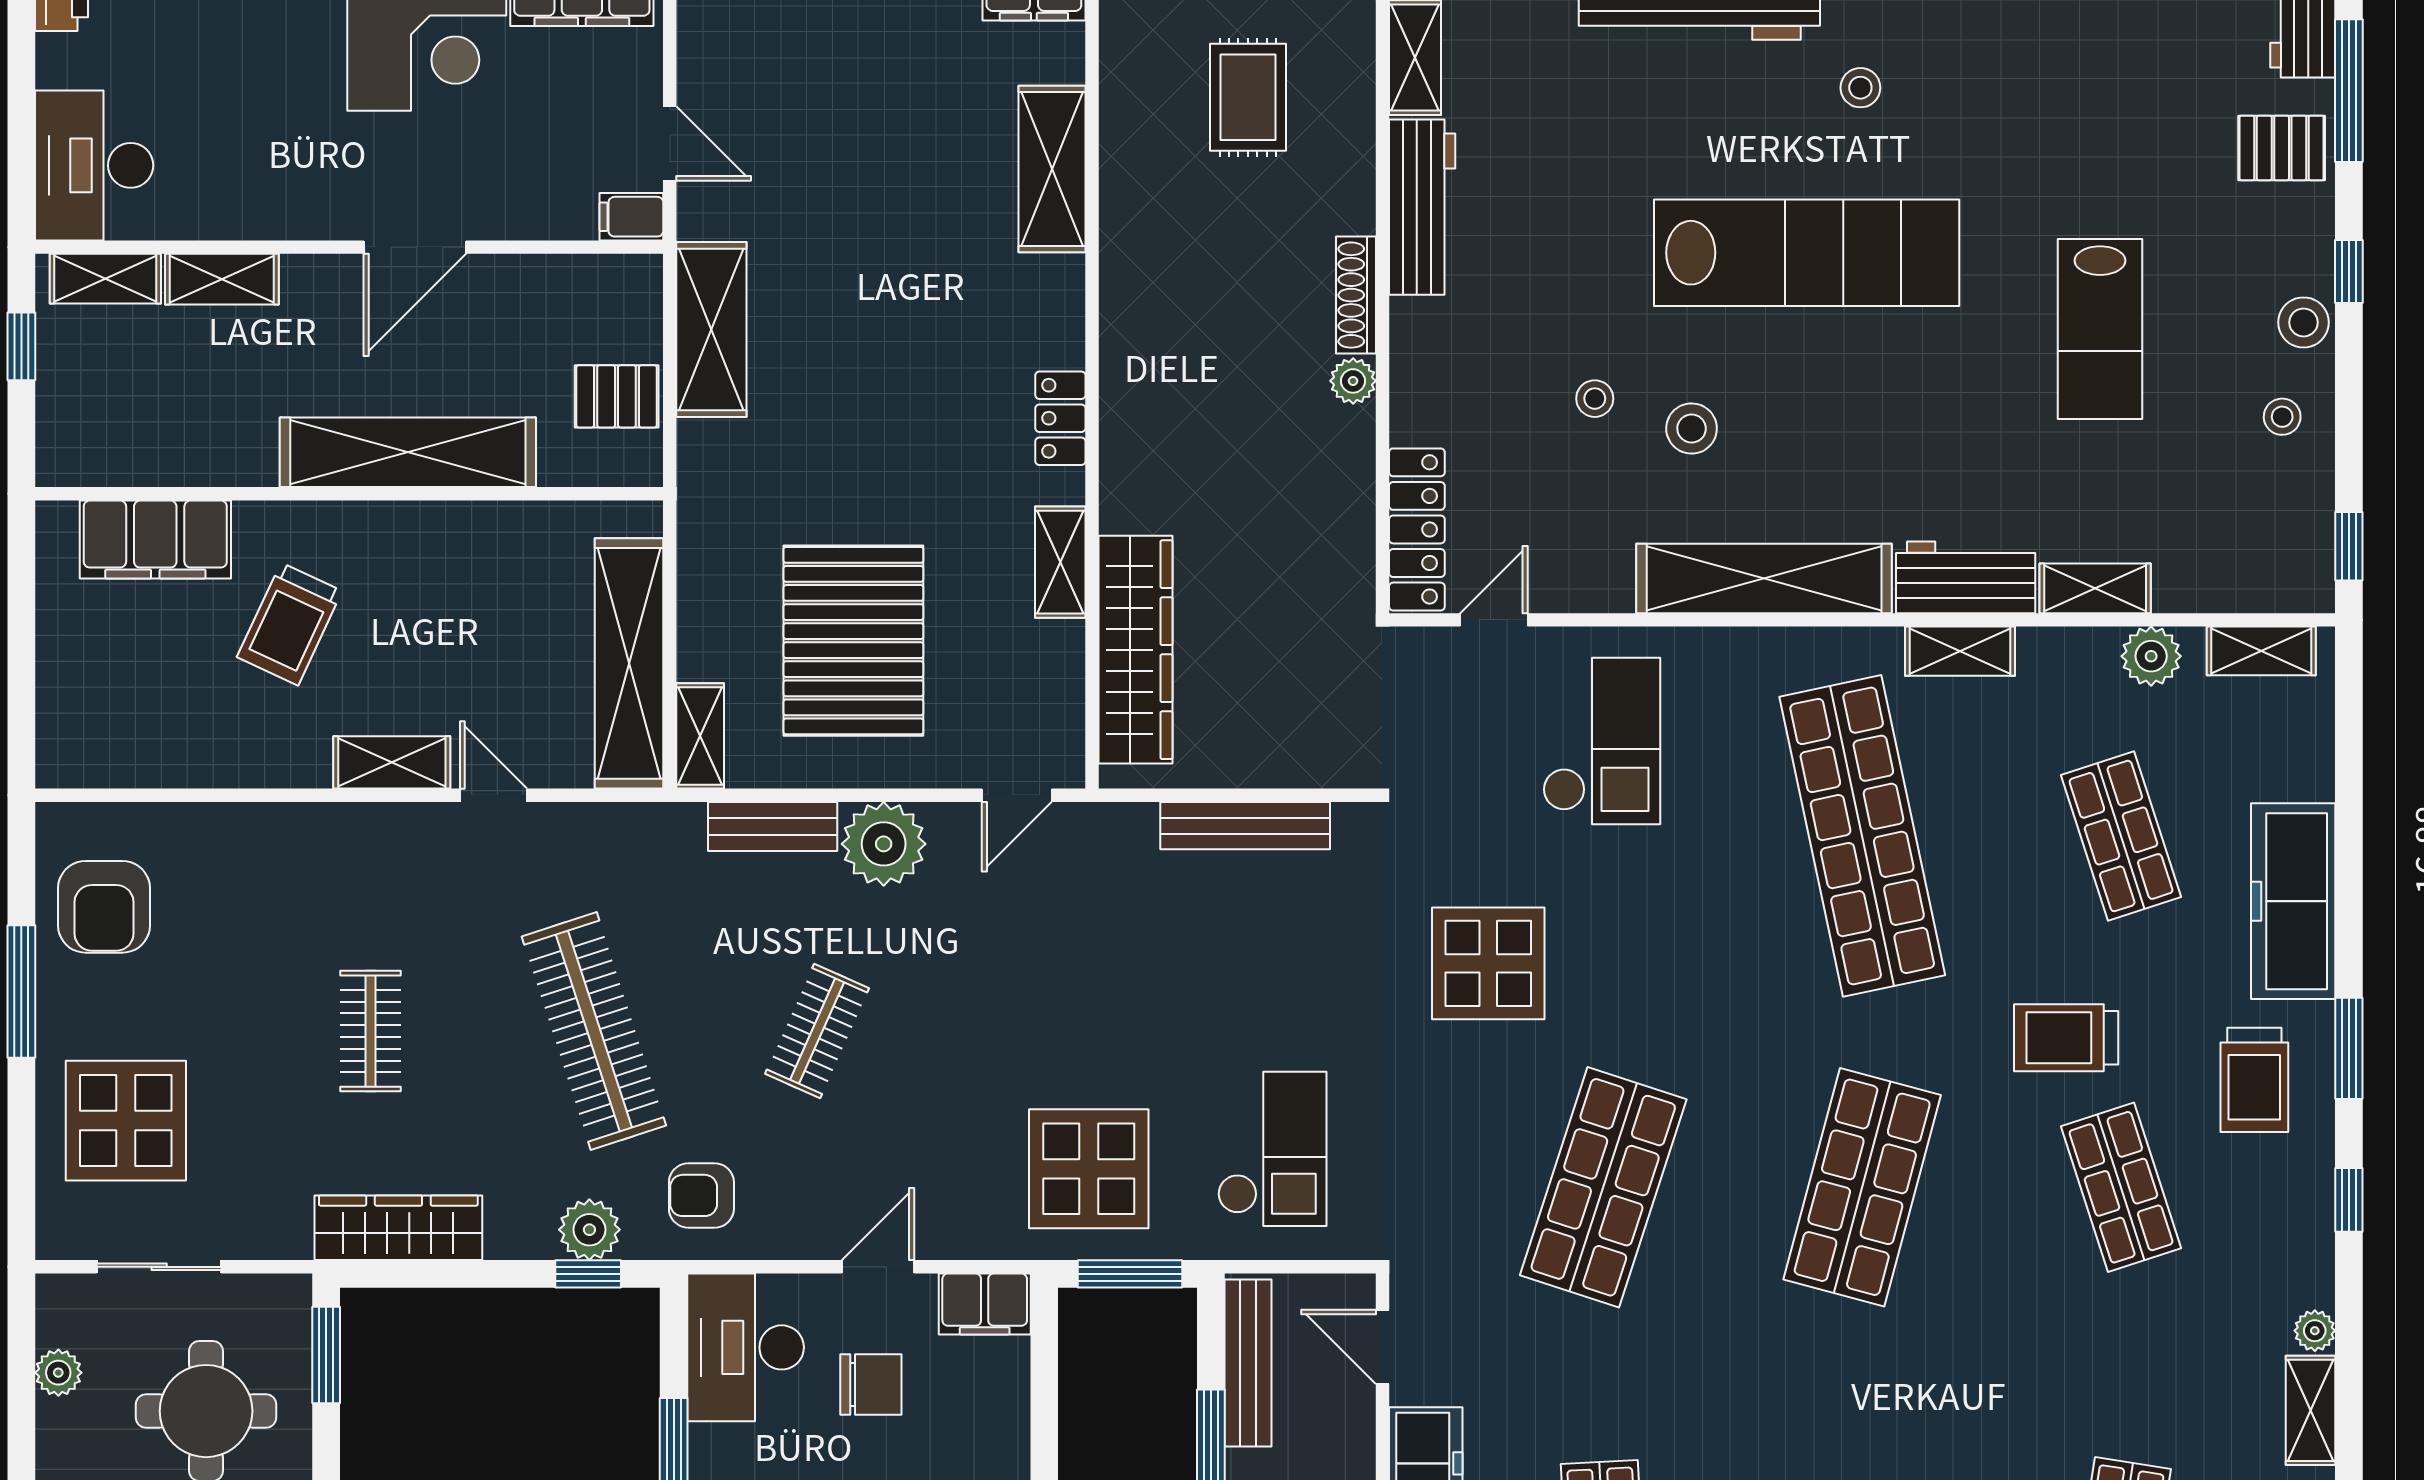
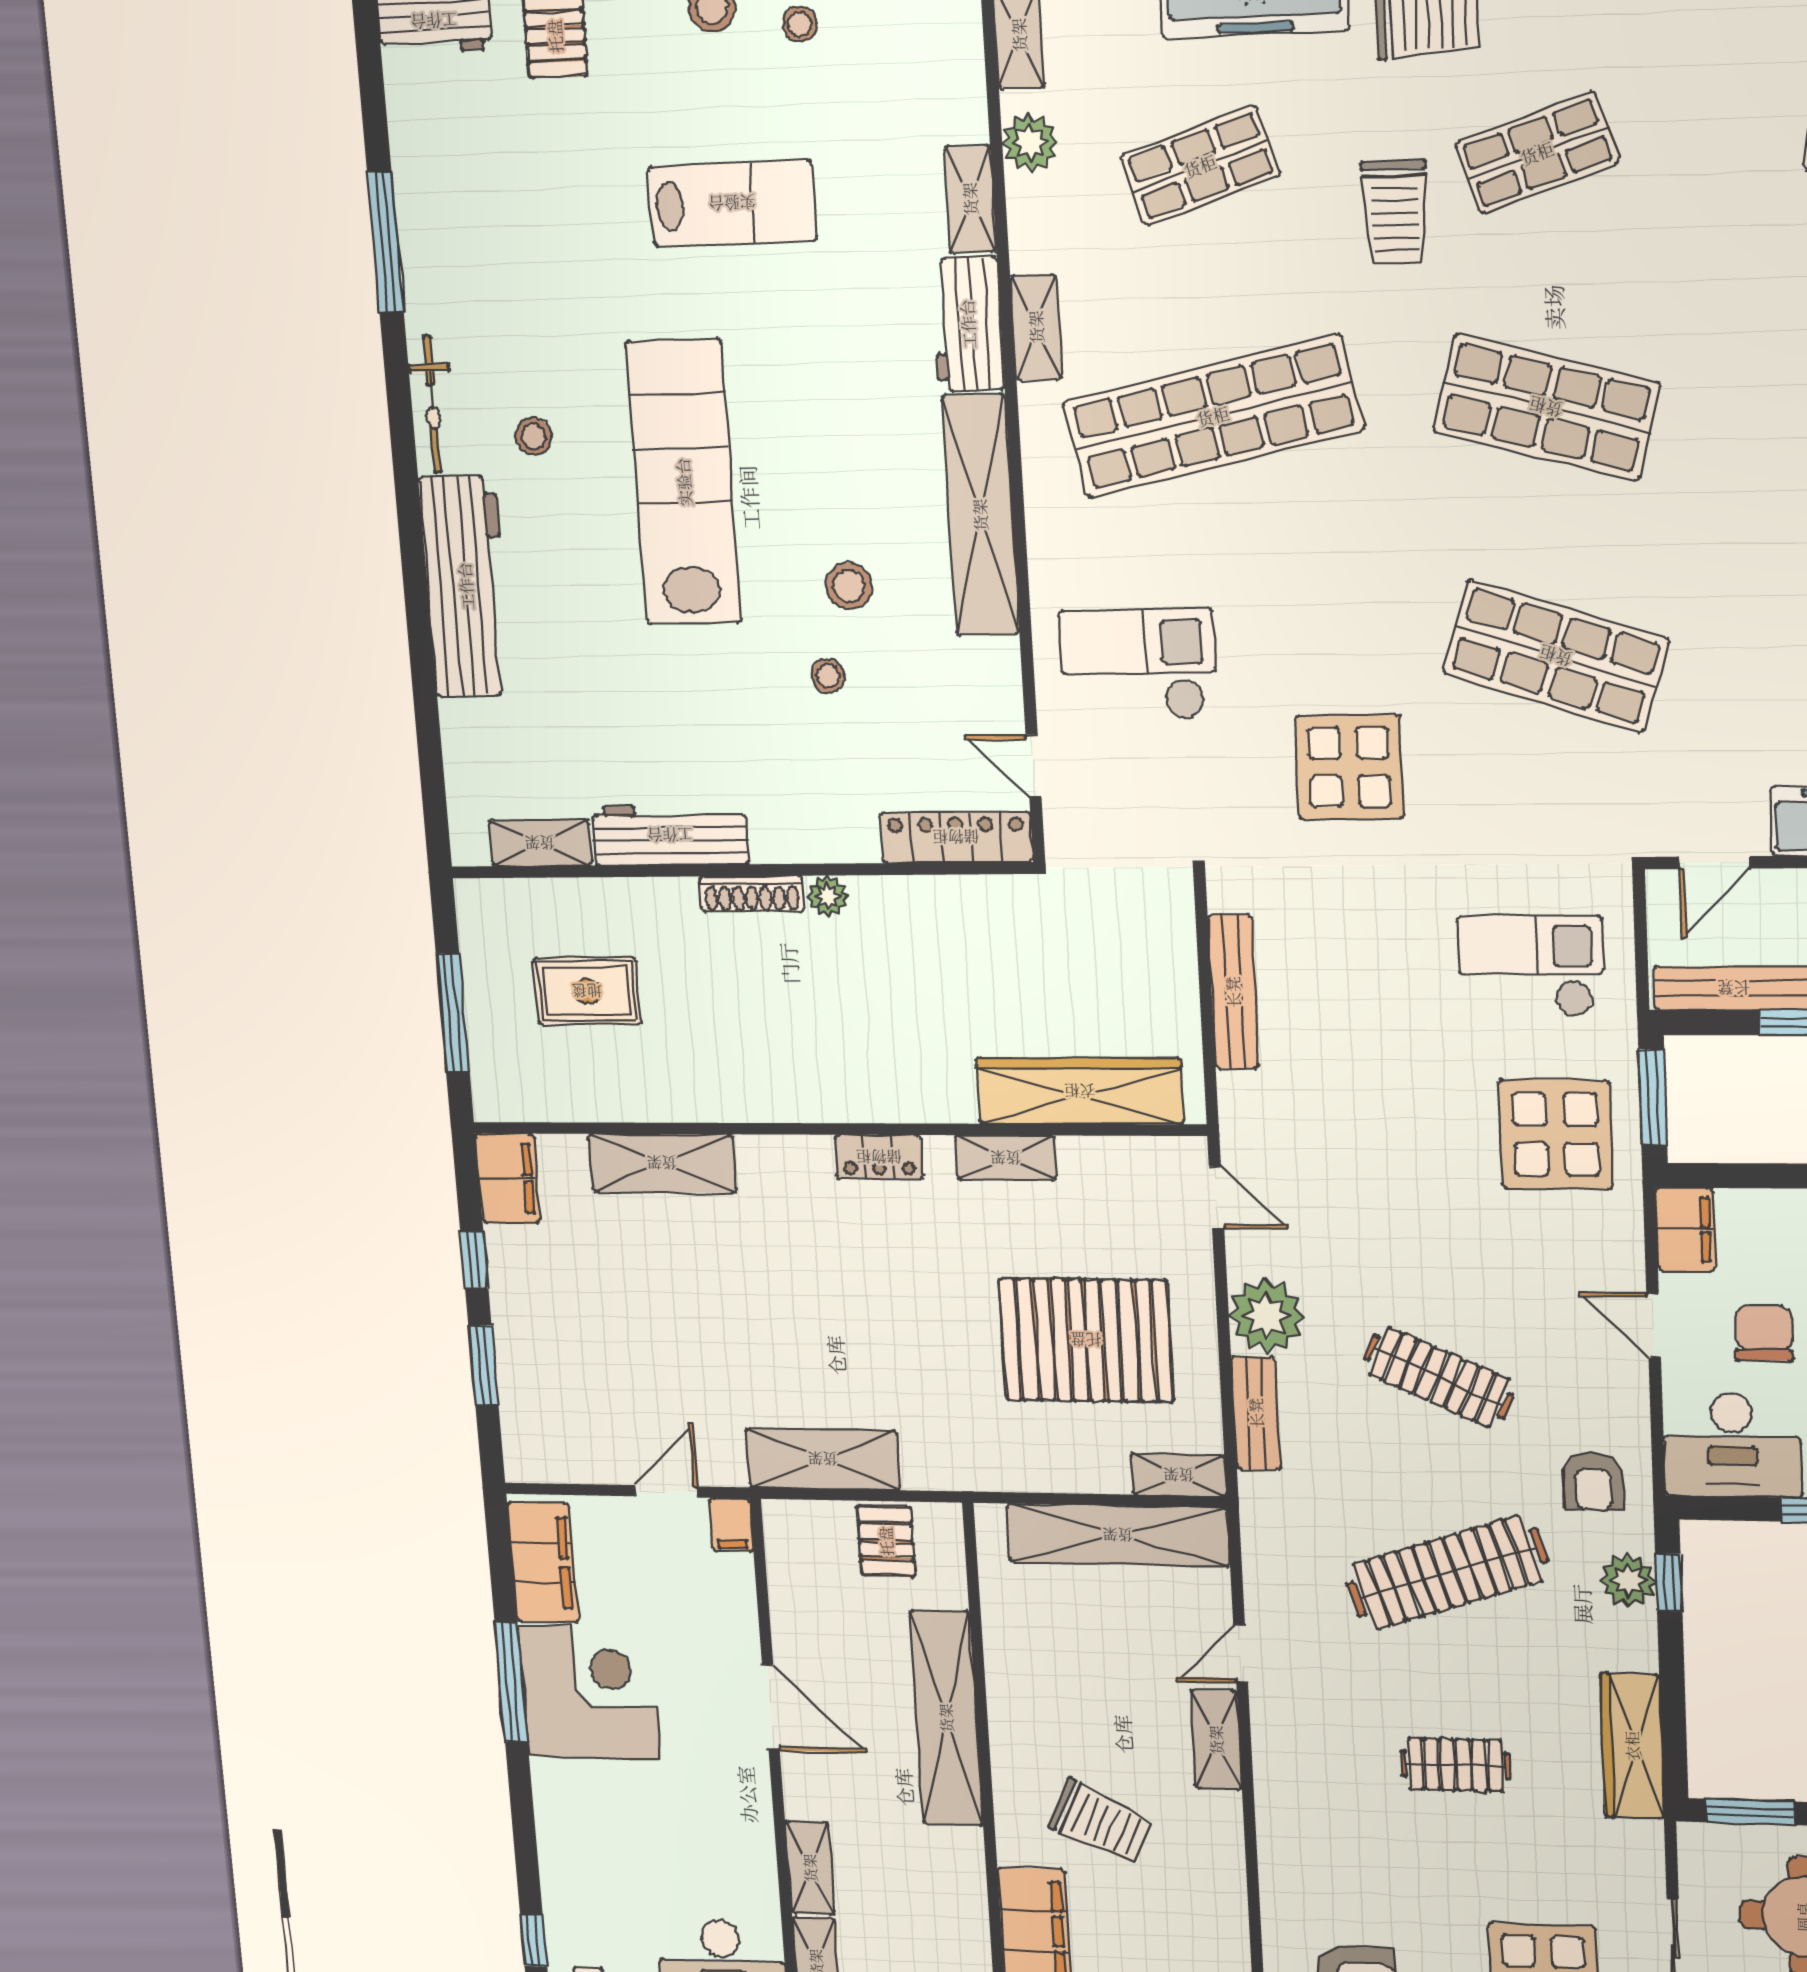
clothes rail: (817, 1031) -> (1439, 1377), width x1.36

